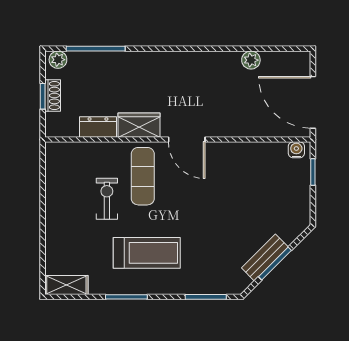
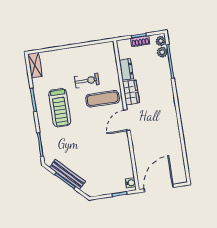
plant: (251, 60) -> (162, 52), moved
bench: (265, 257) -> (67, 174), width x1.36

